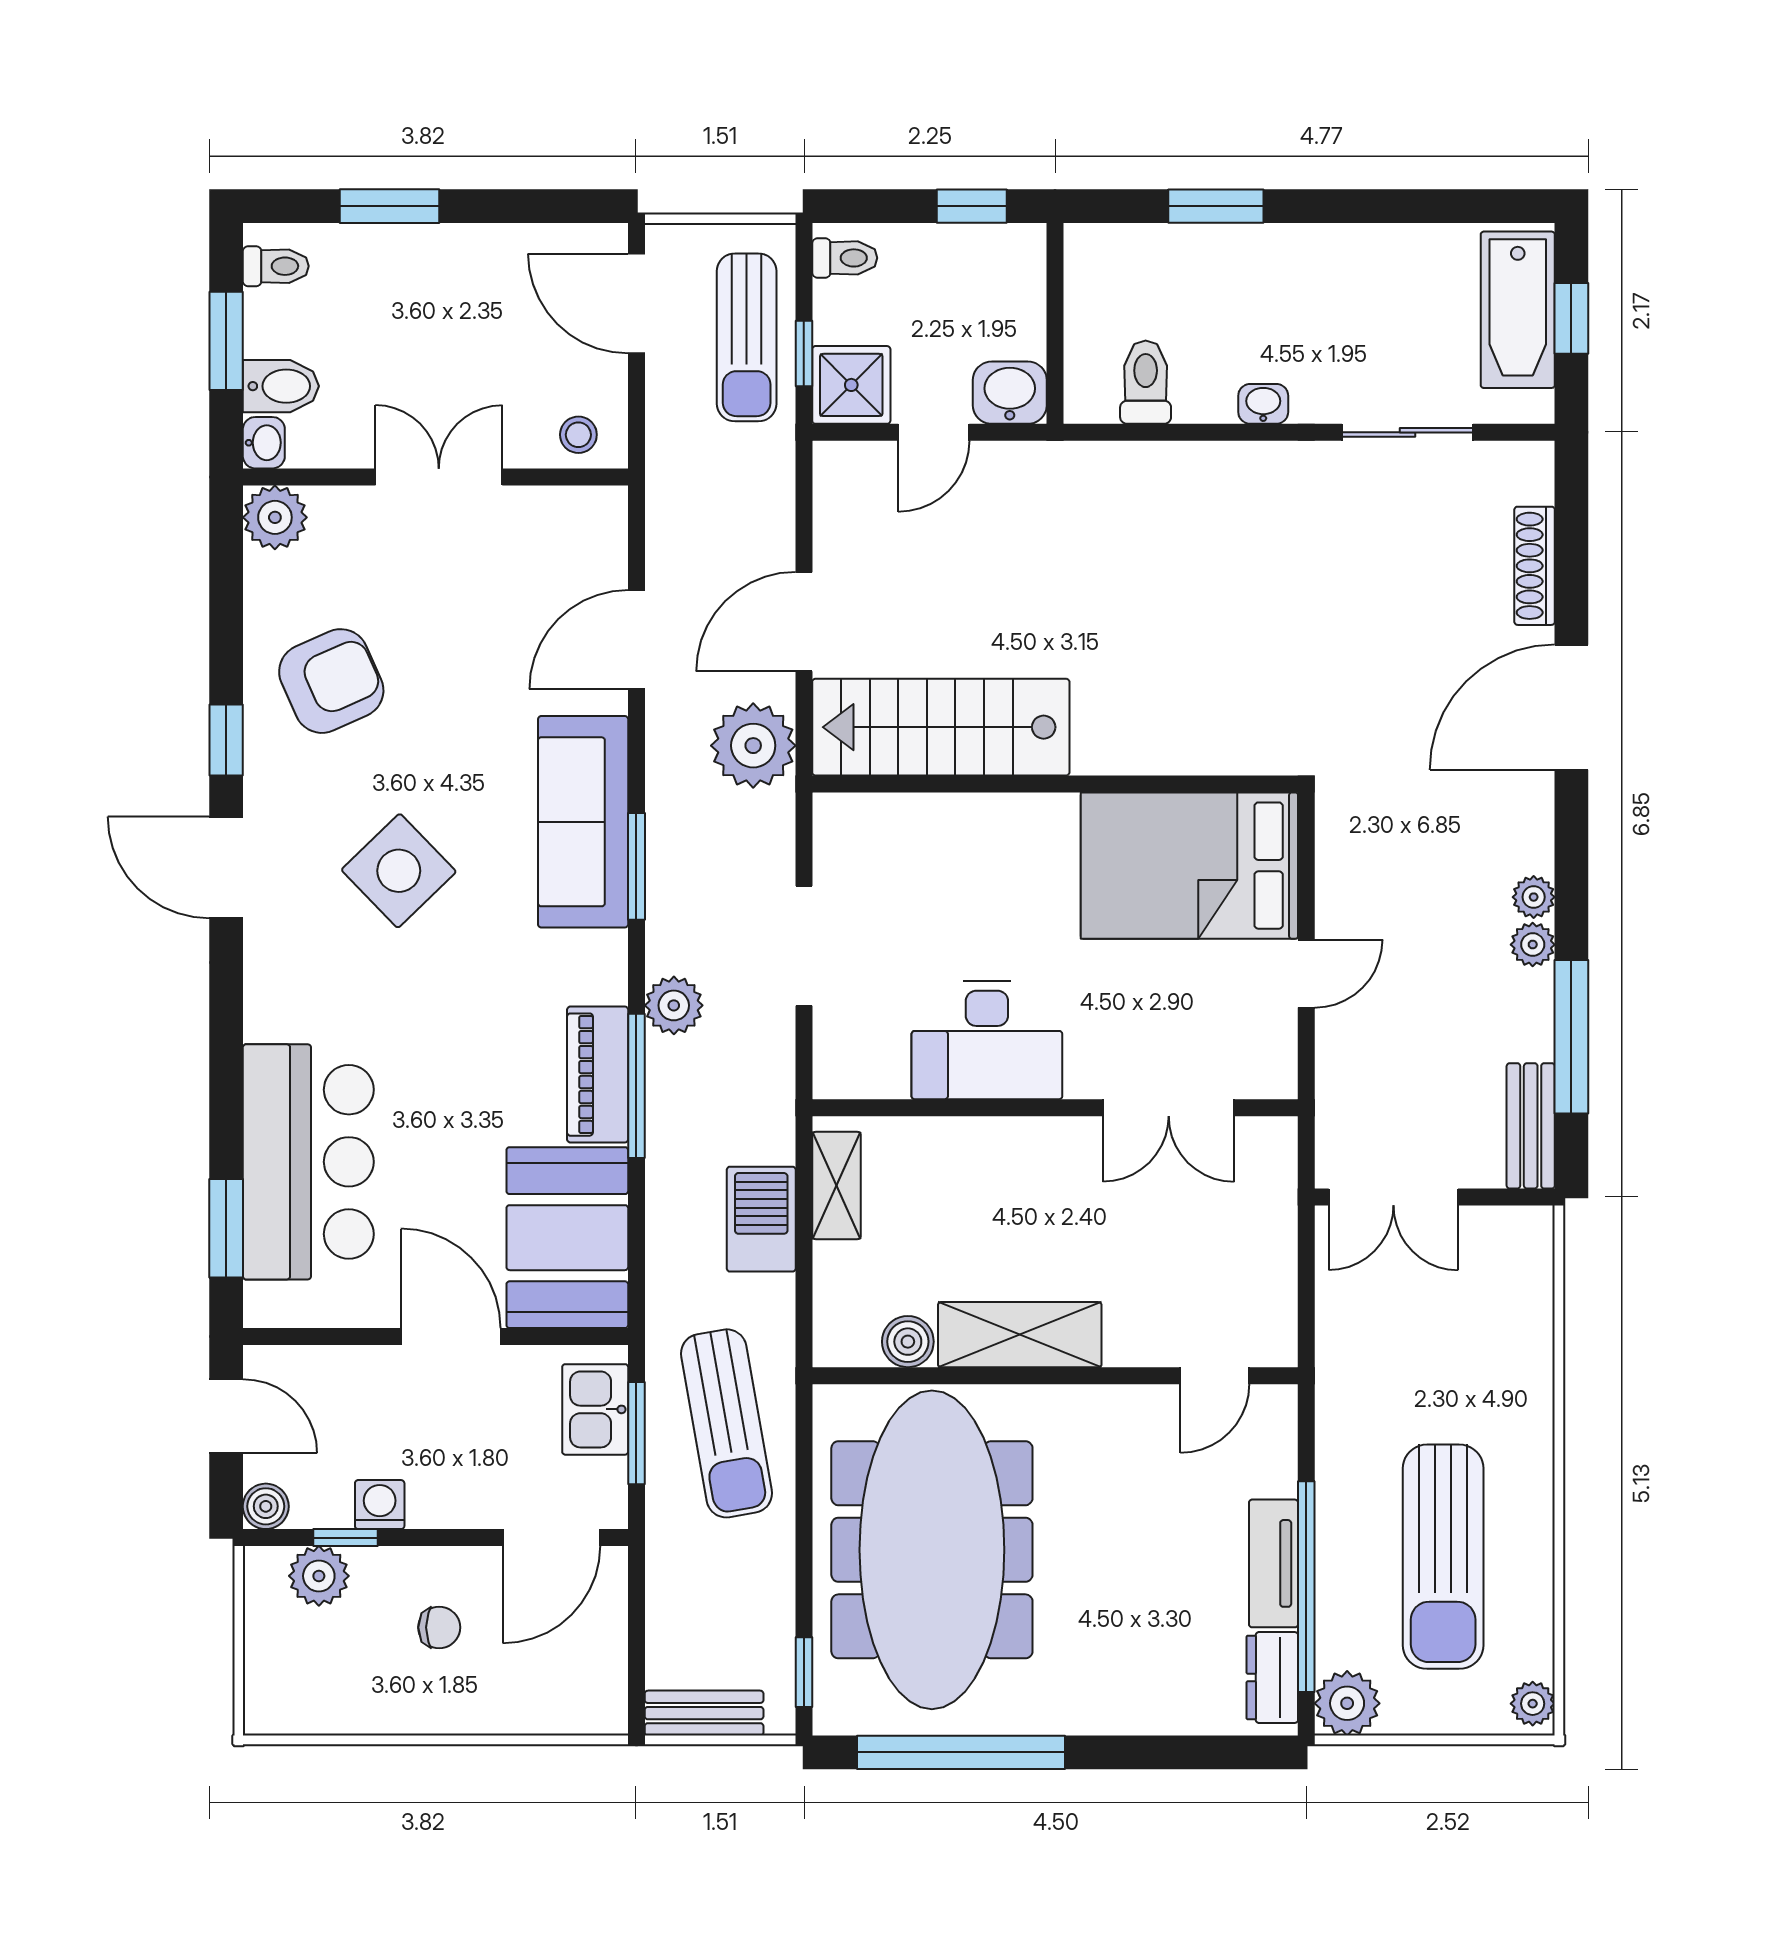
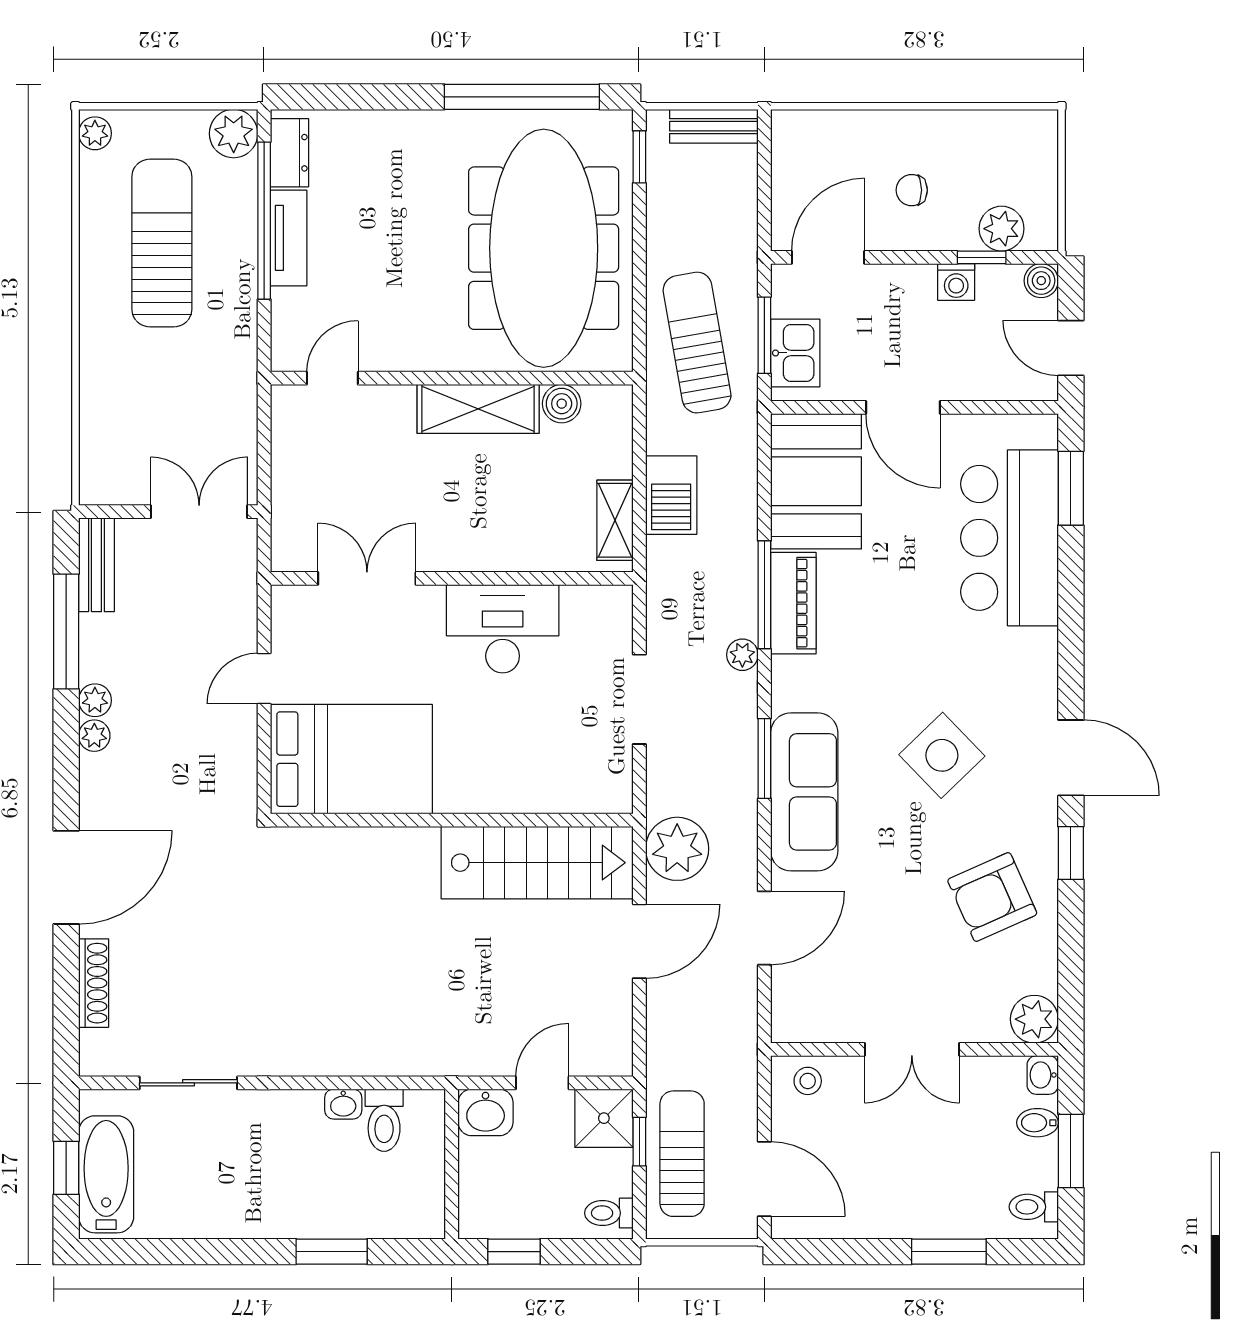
bidet: (281, 386) -> (1037, 1123), width x0.72, depth x0.74
washbasin: (1263, 404) -> (343, 1104), moved
plant: (674, 1005) -> (742, 655), width x0.73, depth x0.73

